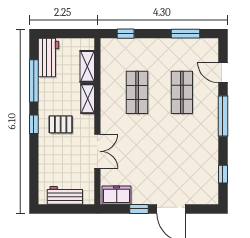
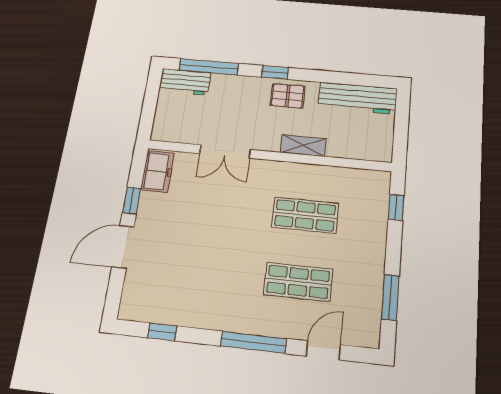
workbench: (49, 58) -> (358, 98), width x1.38
shelving: (87, 66) -> (351, 149), removed
window: (34, 81) -> (209, 67), moved
pallet: (61, 124) -> (288, 96), moved, turned 90
workbench: (65, 195) -> (185, 82), moved, turned 90

